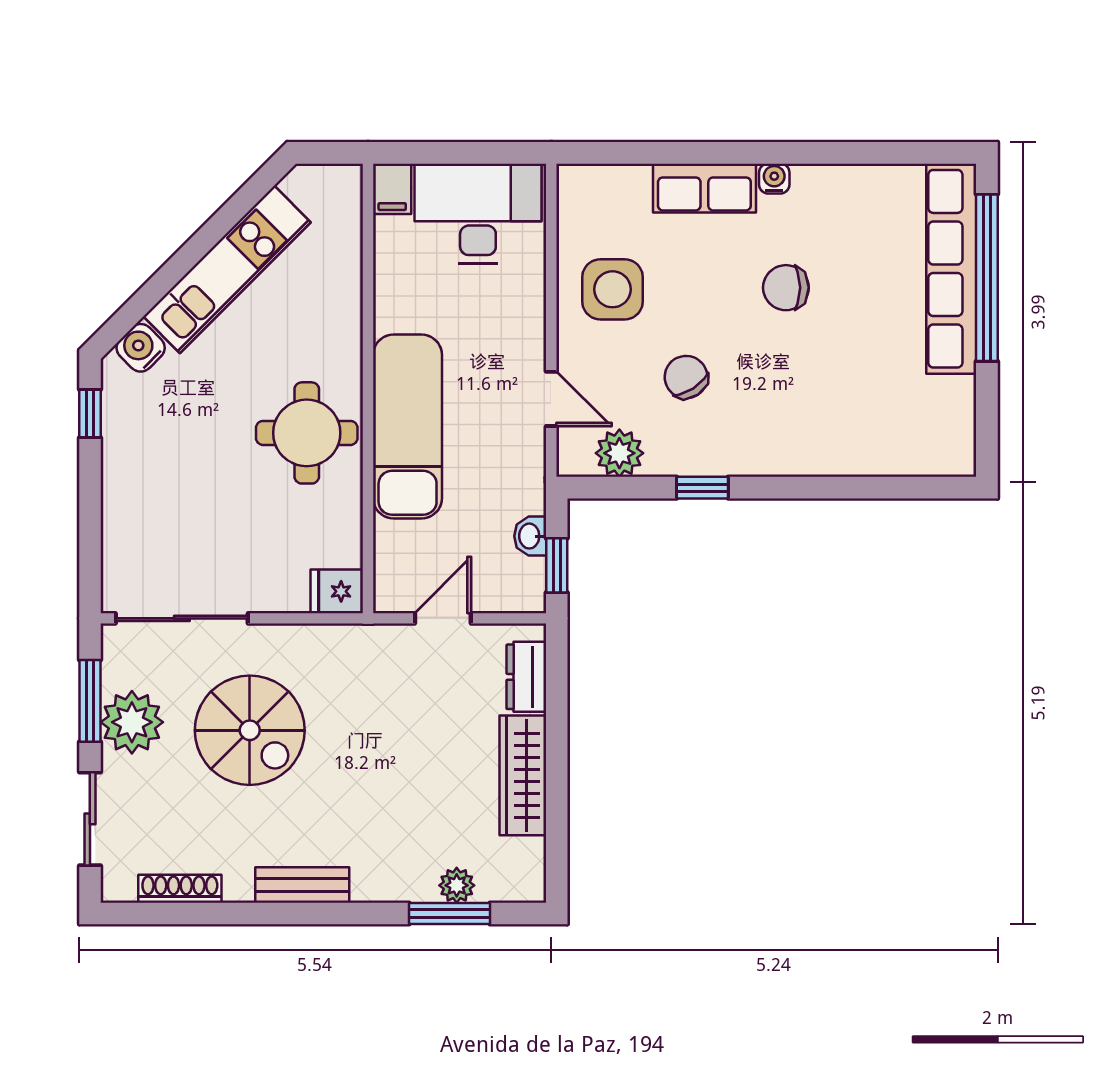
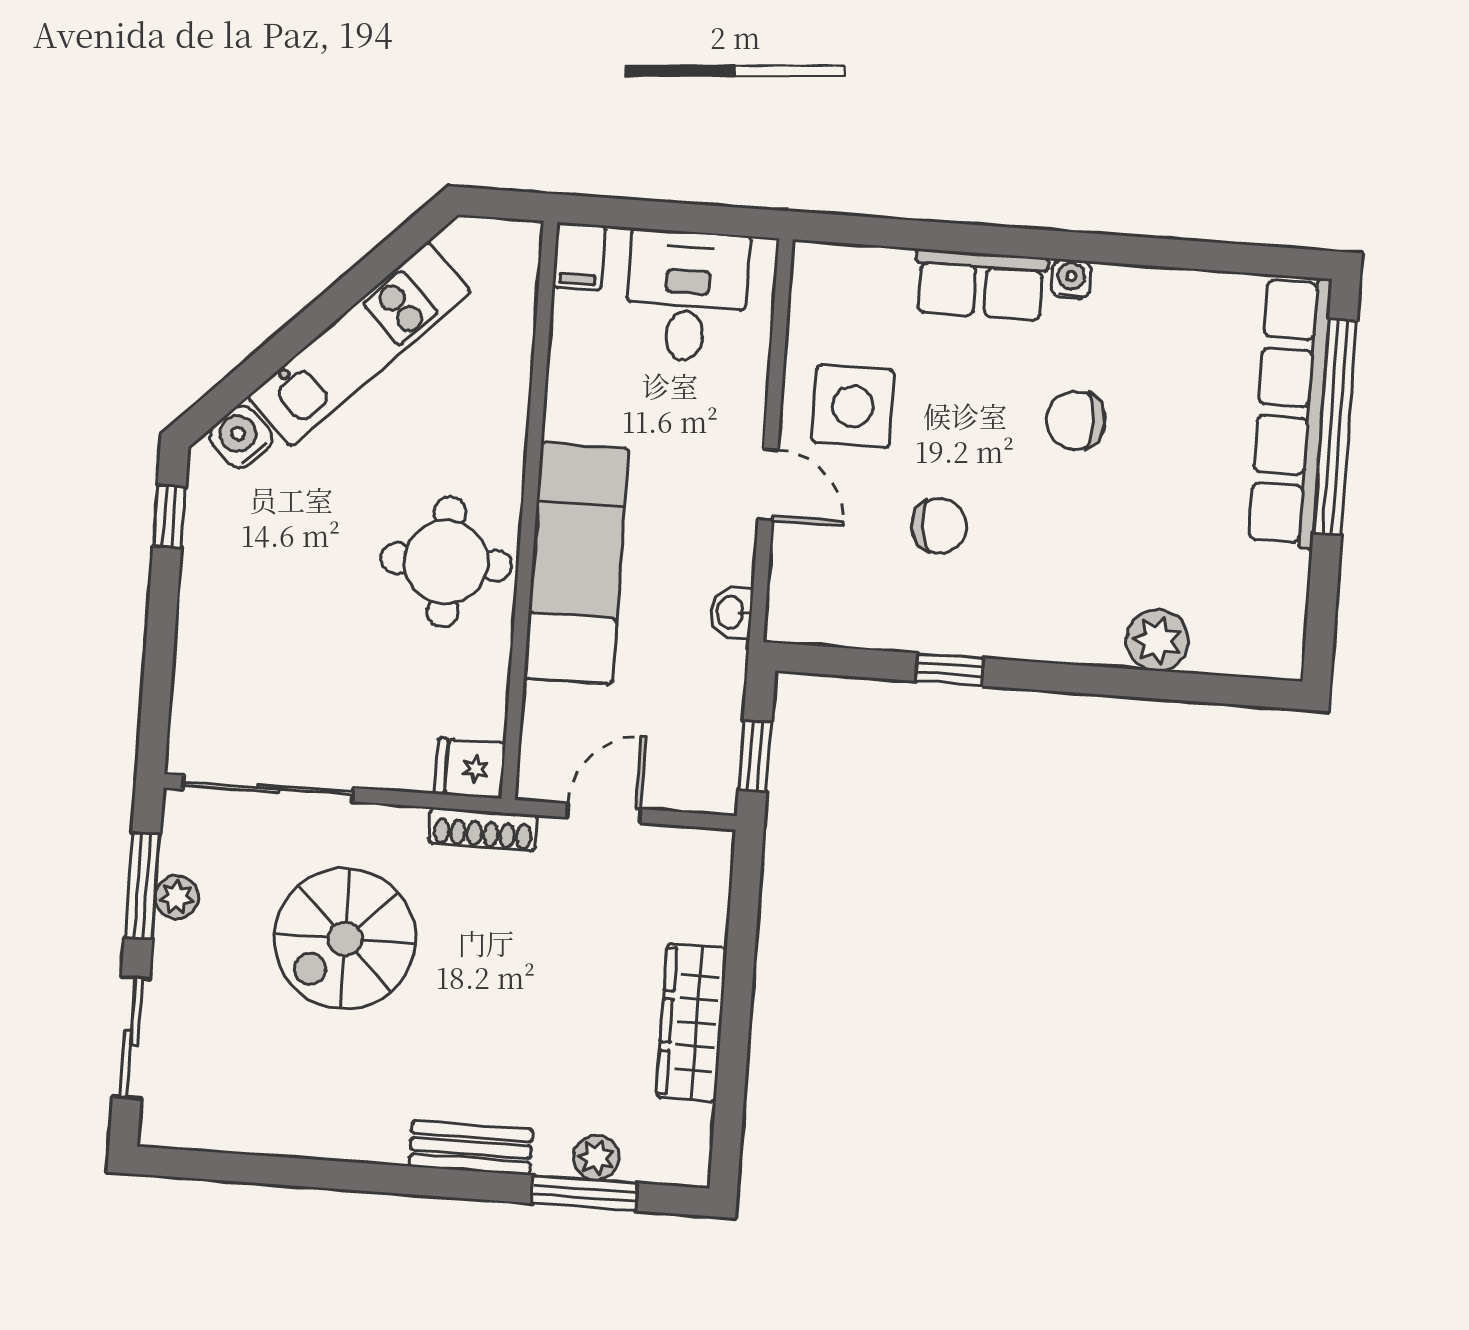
desk: (478, 213) -> (687, 296), width x0.73
chair: (686, 377) -> (939, 526), turned 116
door: (551, 399) -> (768, 485), moved
plant: (619, 453) -> (1157, 640), moved
washbasin: (530, 536) -> (731, 612), moved
dresser: (526, 677) -> (705, 896), removed
plant: (132, 722) -> (177, 897), width x0.53, depth x0.53
spiral stairs: (250, 730) -> (345, 939), turned 90
bench: (302, 885) -> (471, 1148), moved
shoe rack: (180, 889) -> (483, 829), moved, turned 180

